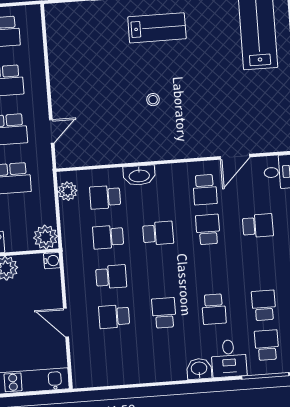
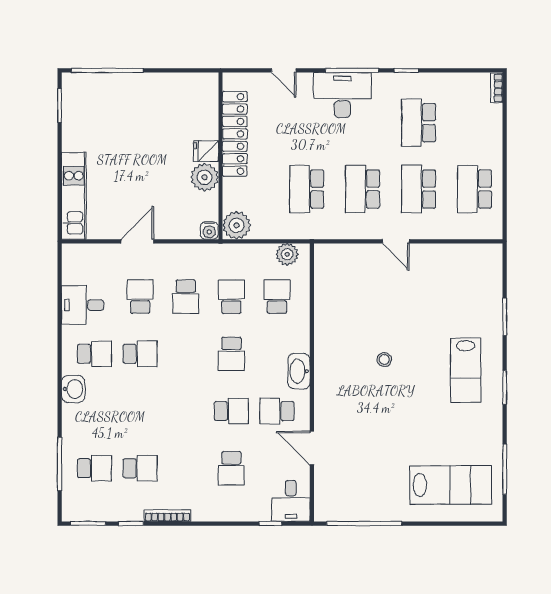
door: (52, 131) -> (396, 241), moved
washbasin: (139, 175) -> (299, 371), moved
school desk: (214, 309) -> (94, 354), moved, turned 180
desk: (229, 358) -> (83, 305), moved

